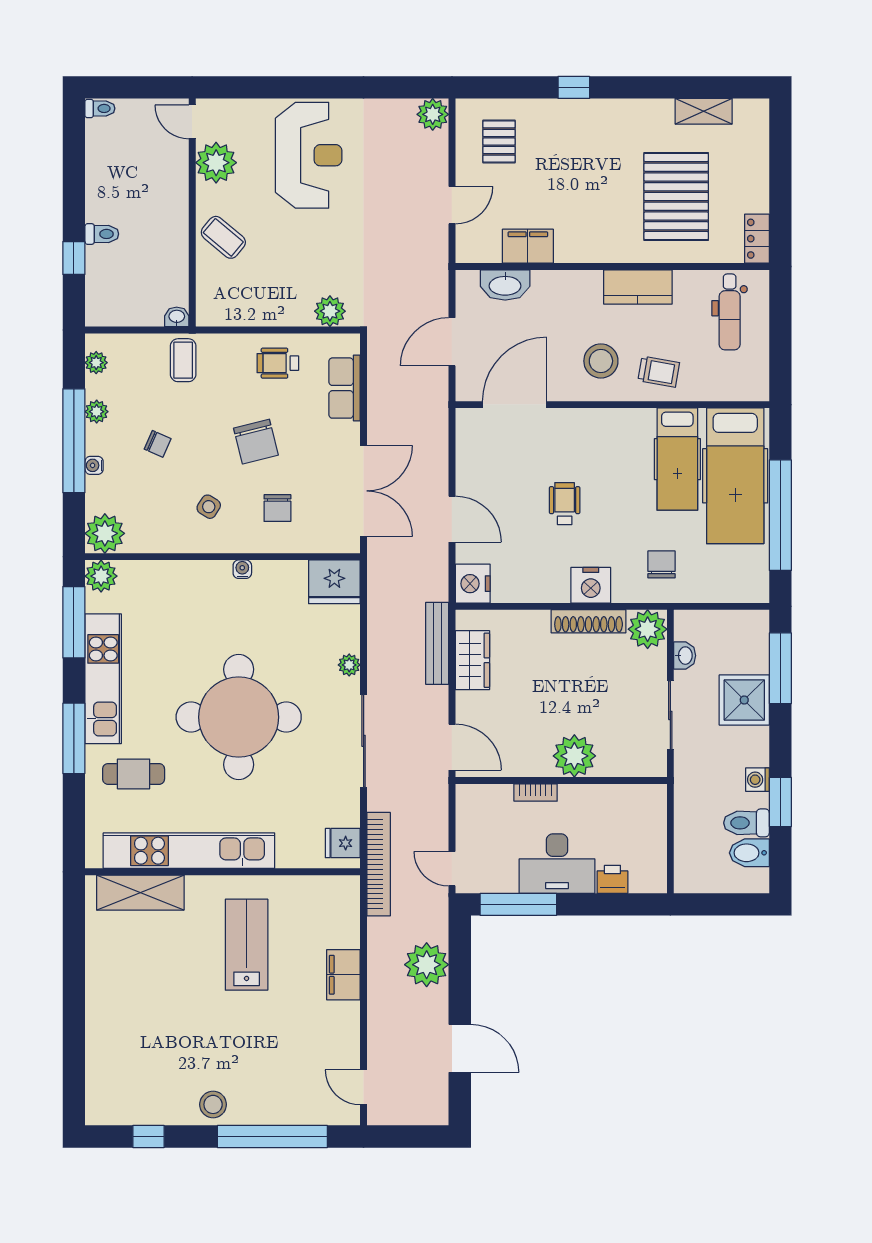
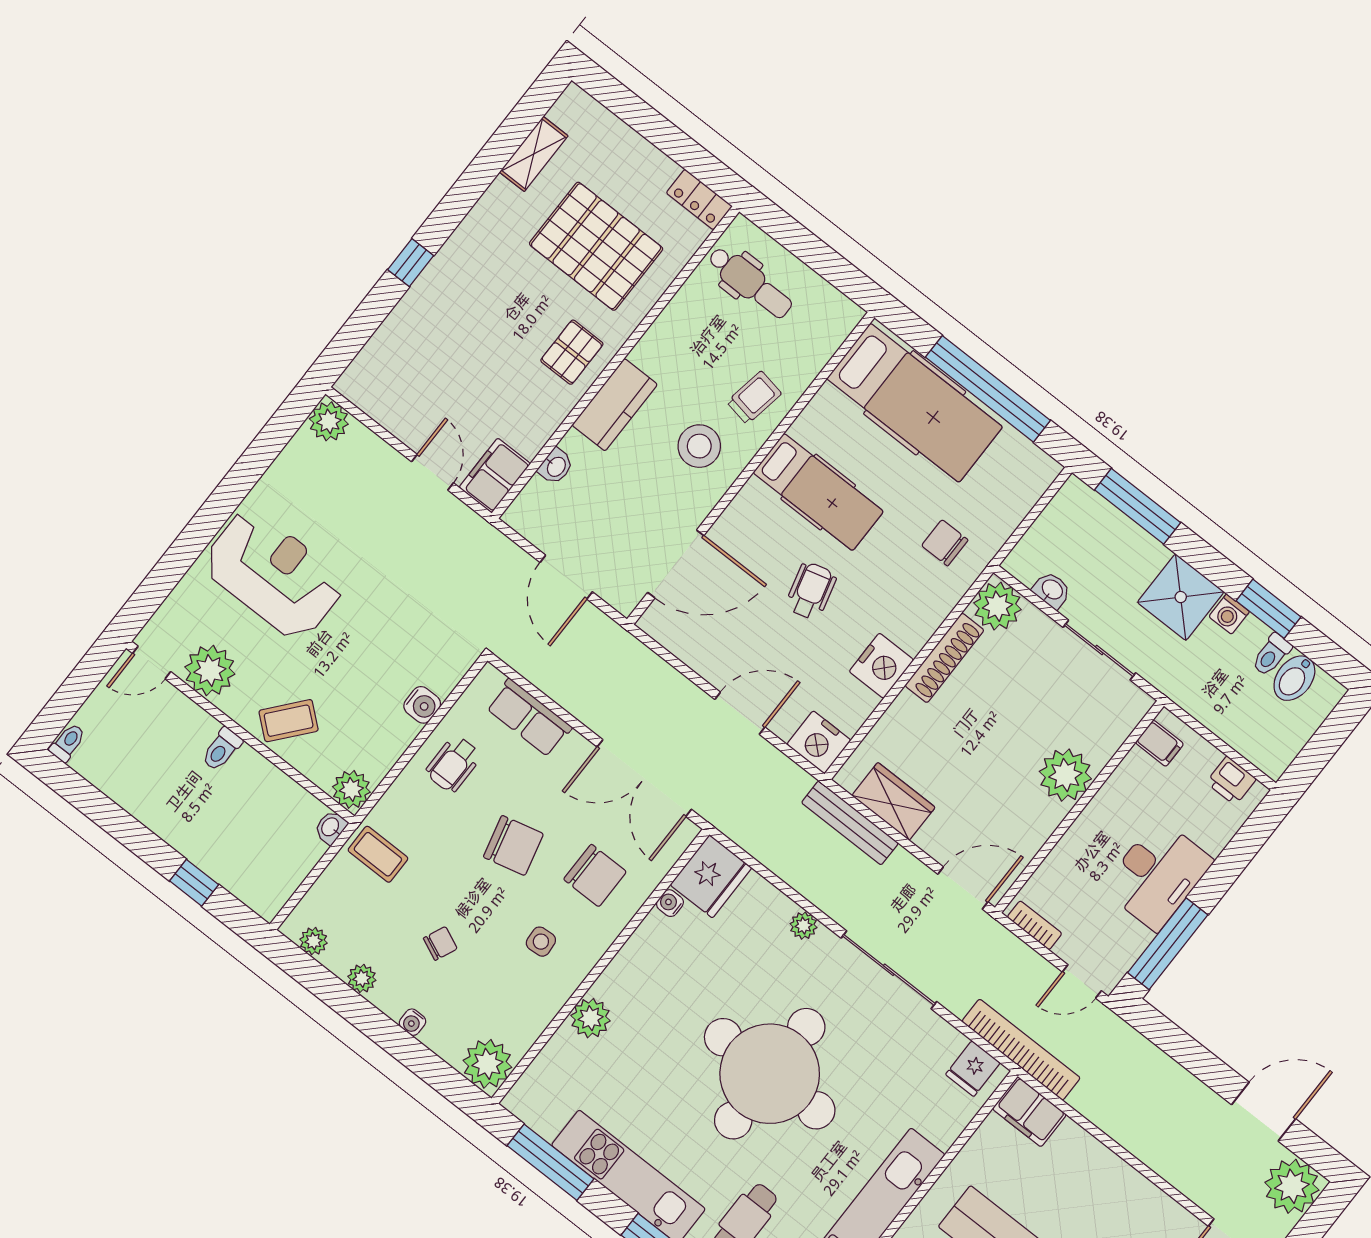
pallet: (499, 142) -> (572, 352), moved, turned 90
toilet: (102, 234) -> (222, 749), moved, turned 180
filing cabinet: (528, 246) -> (495, 475), moved
washbasin: (505, 285) -> (556, 466), width x0.52, depth x0.69
kitchen counter: (638, 287) -> (615, 405), moved
plant: (330, 311) -> (351, 789), moved
water cooler: (300, 314) -> (422, 705), added
door: (515, 405) -> (676, 564), swing flipped
window: (74, 441) -> (373, 1023), removed
hospital bed: (677, 459) -> (818, 492), moved
double door: (364, 491) -> (644, 778), swing flipped
wheelchair: (565, 504) -> (811, 591), turned 75
side table: (209, 507) -> (541, 942), turned -36
chair: (277, 508) -> (595, 875), width x1.37, depth x1.37
water cooler: (242, 569) -> (670, 903), moved
plant: (101, 576) -> (591, 1018), moved
nightstand: (591, 585) -> (881, 666), moved
shower: (744, 700) -> (1181, 597), moved
bookcase: (536, 793) -> (1035, 925), moved, turned -90
filing cabinet: (641, 800) -> (1159, 743), added
toilet: (746, 823) -> (1271, 655), width x0.73, depth x0.72
printer: (612, 879) -> (1231, 781), moved, turned -90
plant: (427, 965) -> (1292, 1186), moved
filing cabinet: (343, 975) -> (1029, 1112), moved

